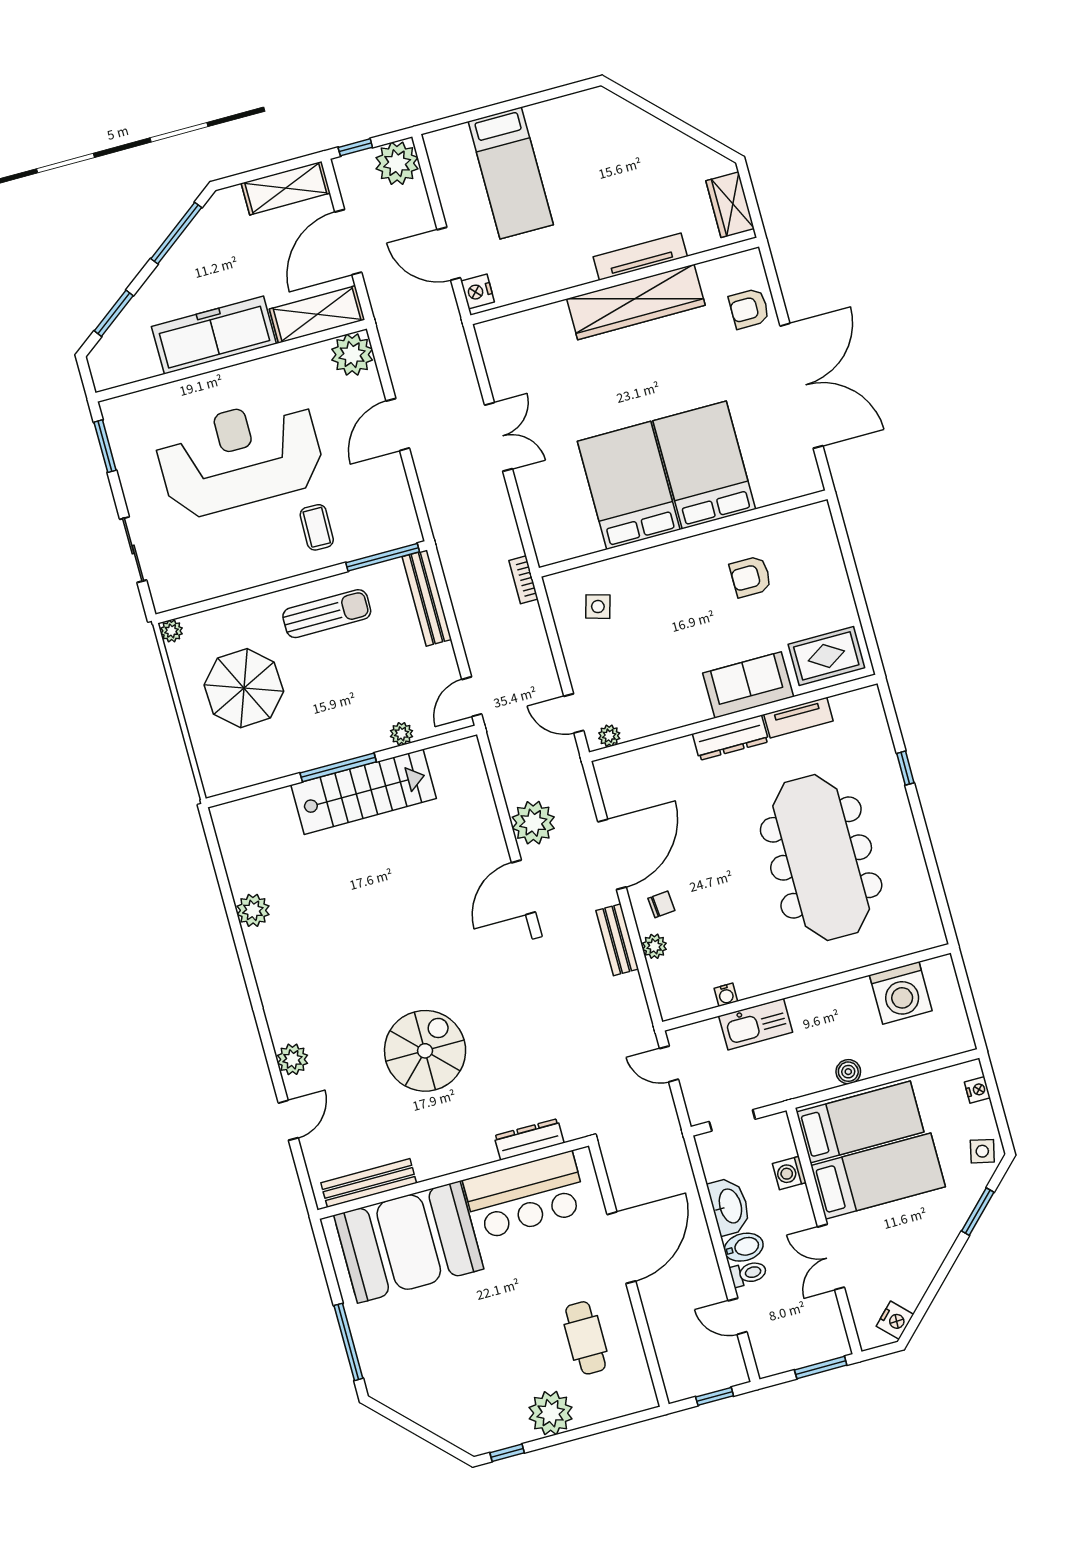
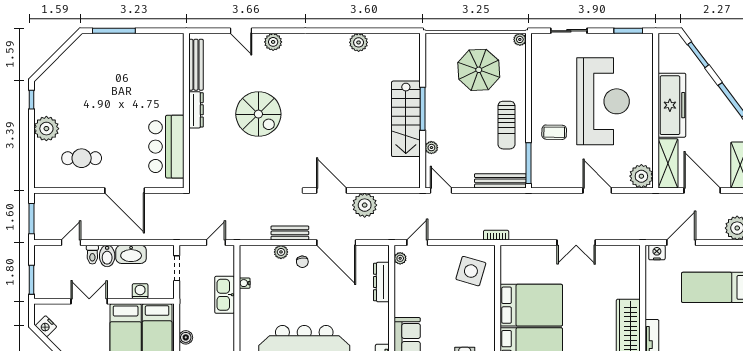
side table: (598, 607) -> (471, 271), width x1.87, depth x1.87
dresser: (731, 738) -> (381, 282), moved
dresser: (529, 1139) -> (196, 110), moved
booth: (409, 1242) -> (158, 78), removed
window: (715, 1396) -> (32, 219), width x1.50

